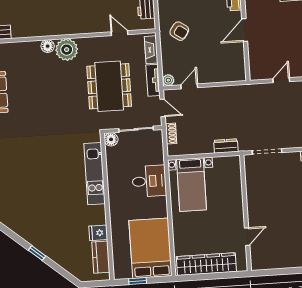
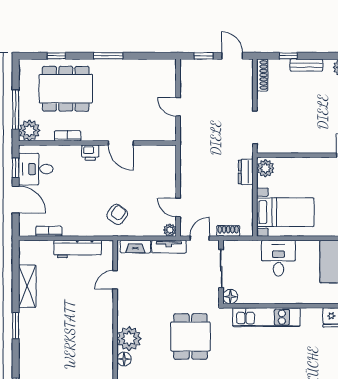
dining table: (109, 86) -> (190, 336), moved, width x0.73
plant: (230, 164) -> (265, 168), added

